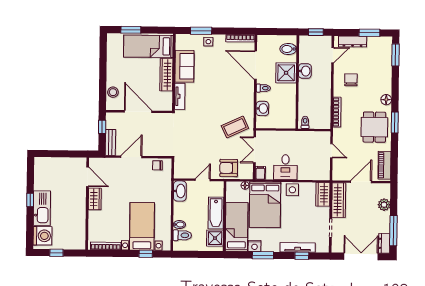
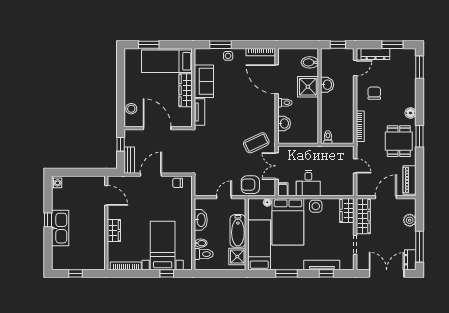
washbasin: (180, 191) -> (201, 220), moved
wardrobe: (95, 199) -> (114, 231), moved
washing machine: (42, 236) -> (57, 183), moved, width x0.53, depth x0.53
nightstand: (254, 246) -> (278, 264), removed

